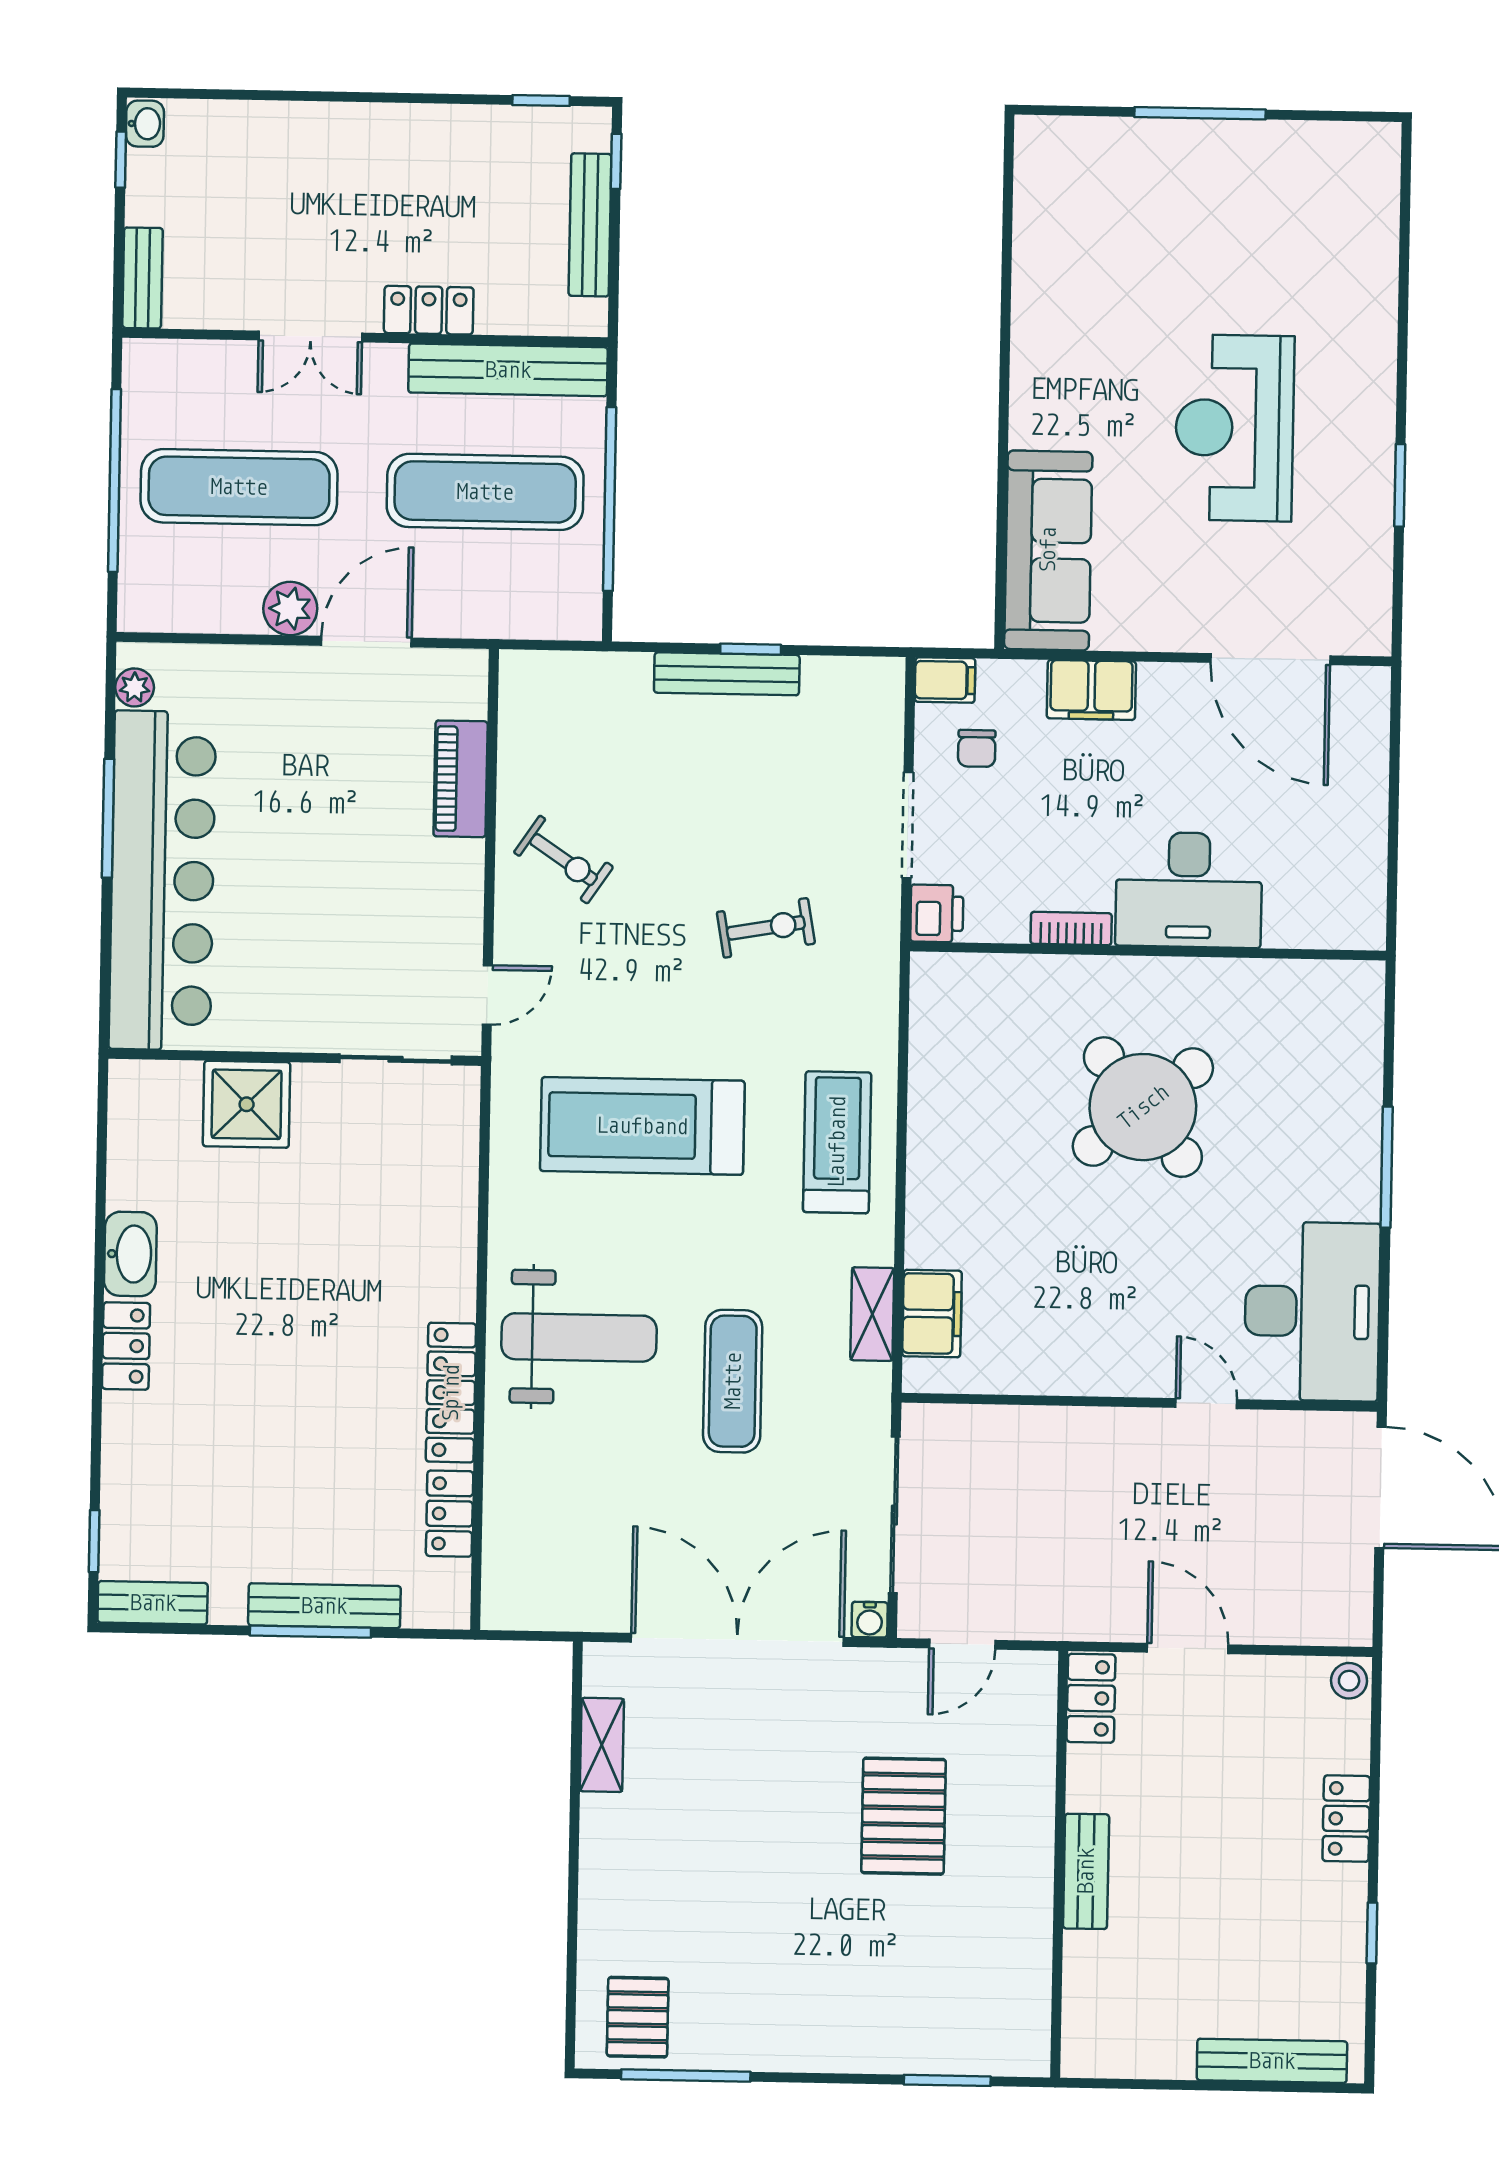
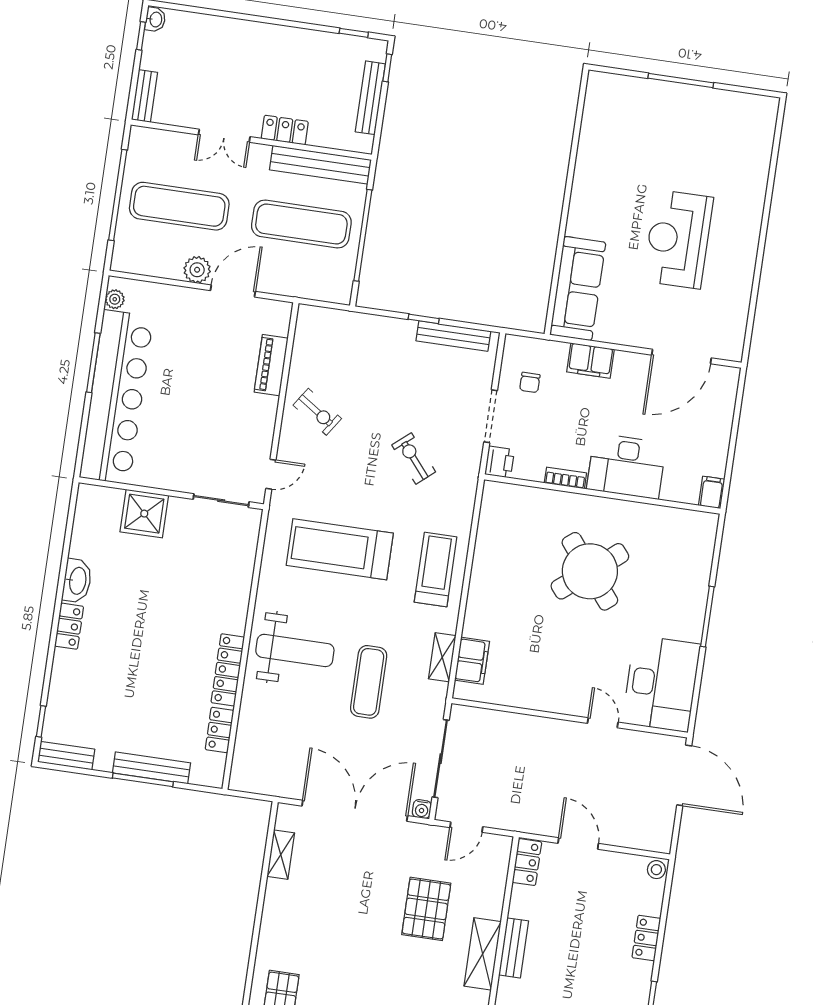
window: (1400, 485) -> (757, 278), removed
door: (1270, 659) -> (681, 356), hinge flipped
bench: (727, 674) -> (453, 336), moved
filing cabinet: (945, 680) -> (712, 492), moved, turned -90
exercise bike: (766, 928) -> (414, 458), turned -120
shelving: (1026, 1891) -> (483, 954), added

